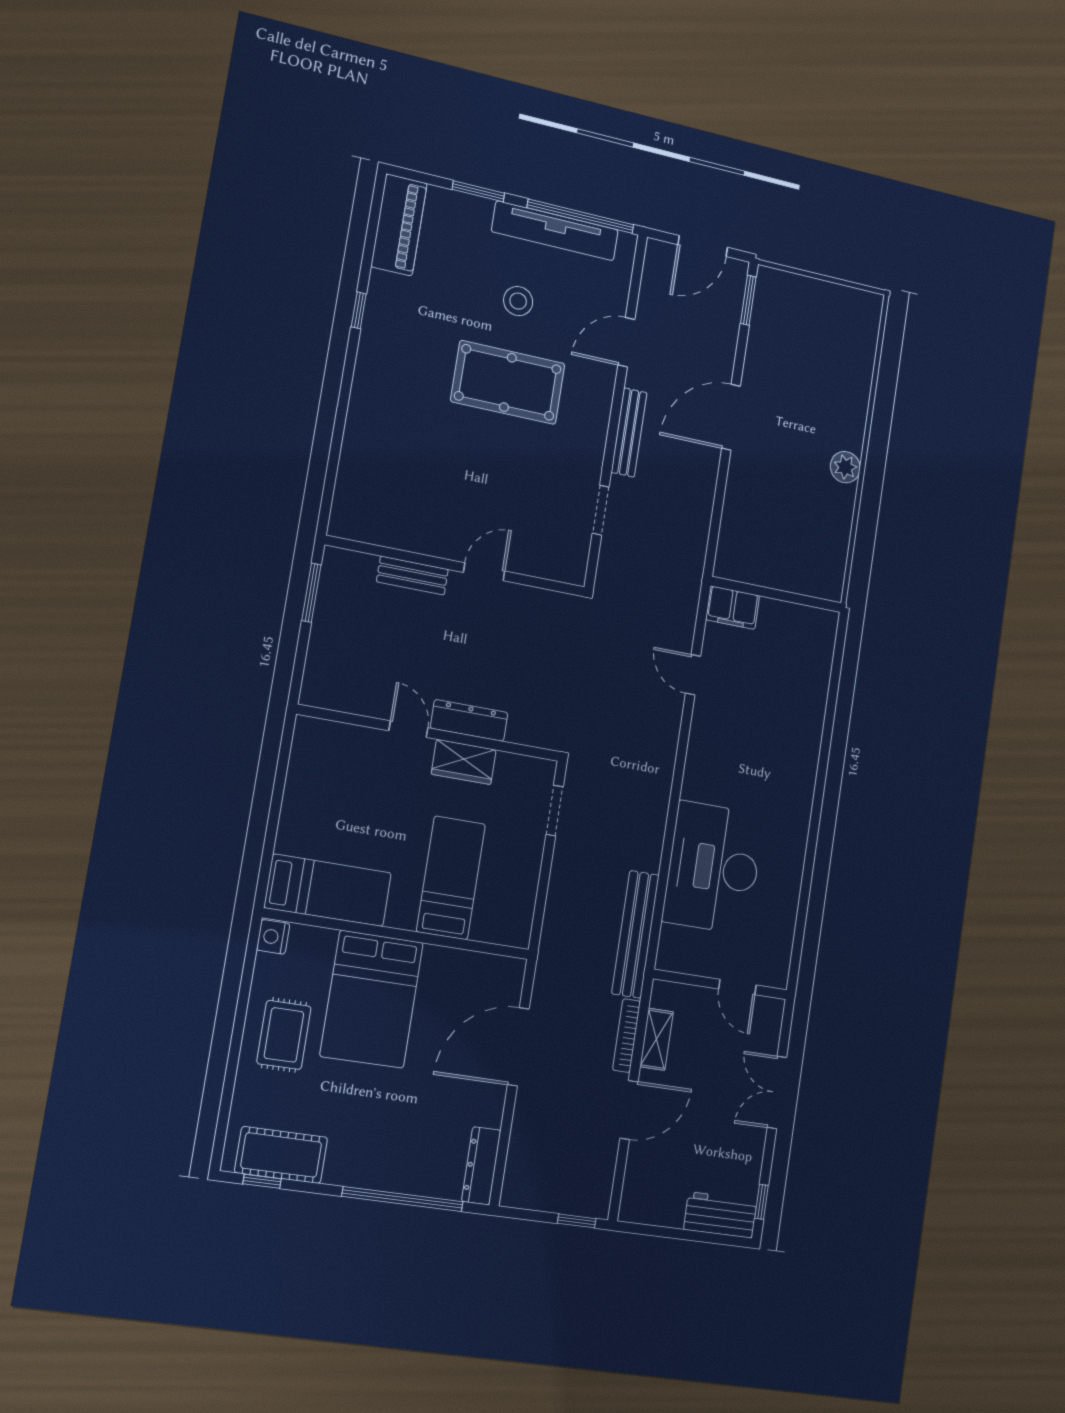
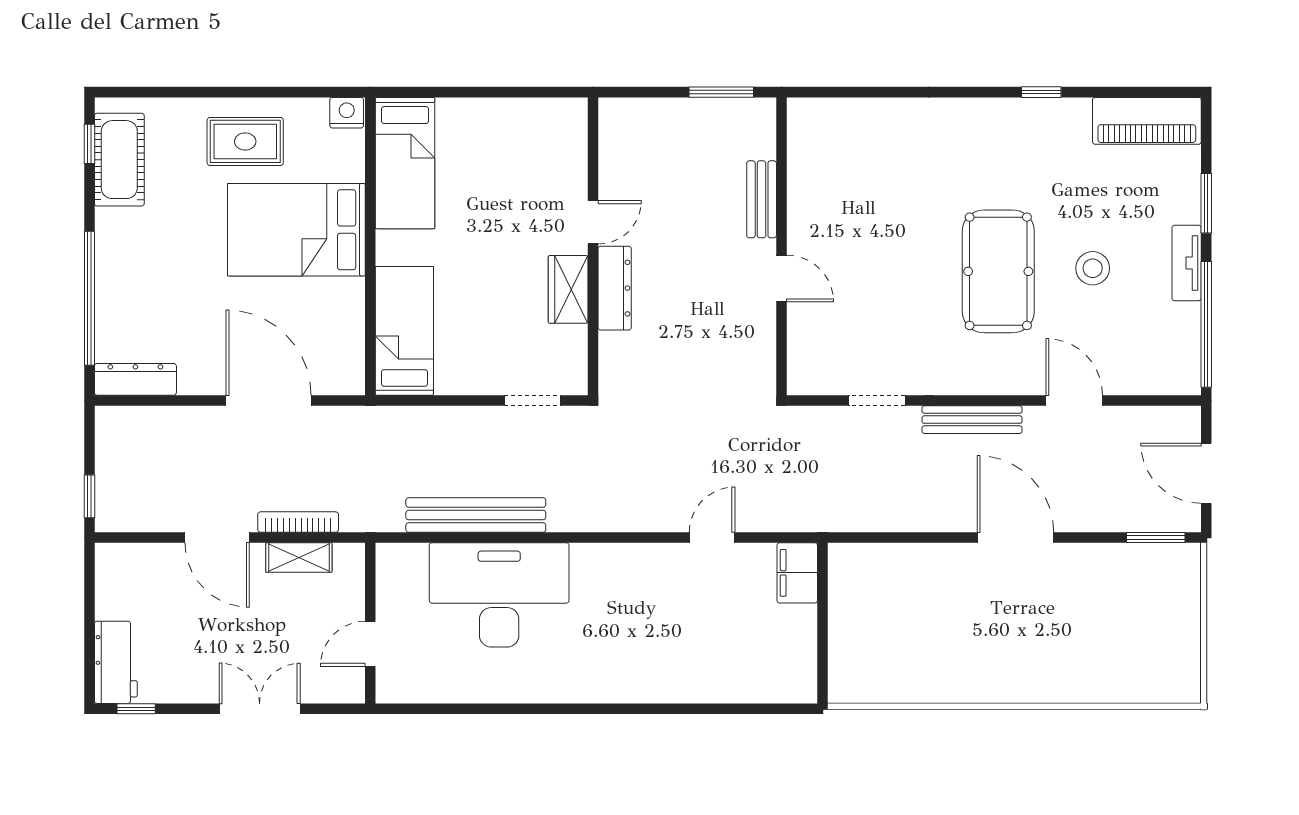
tv unit: (555, 231) -> (1187, 263), width x0.52, depth x0.78
plant: (845, 467) -> (987, 685), removed
bed: (451, 878) -> (404, 331), moved, turned -90
bench: (635, 934) -> (476, 515), moved

